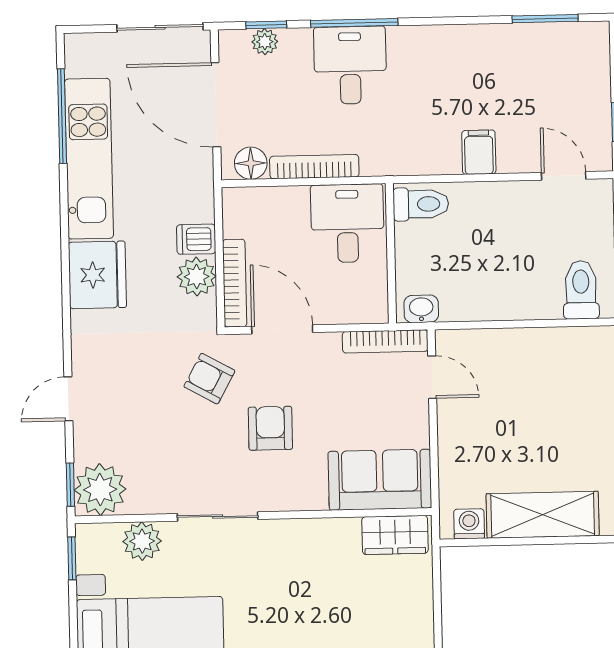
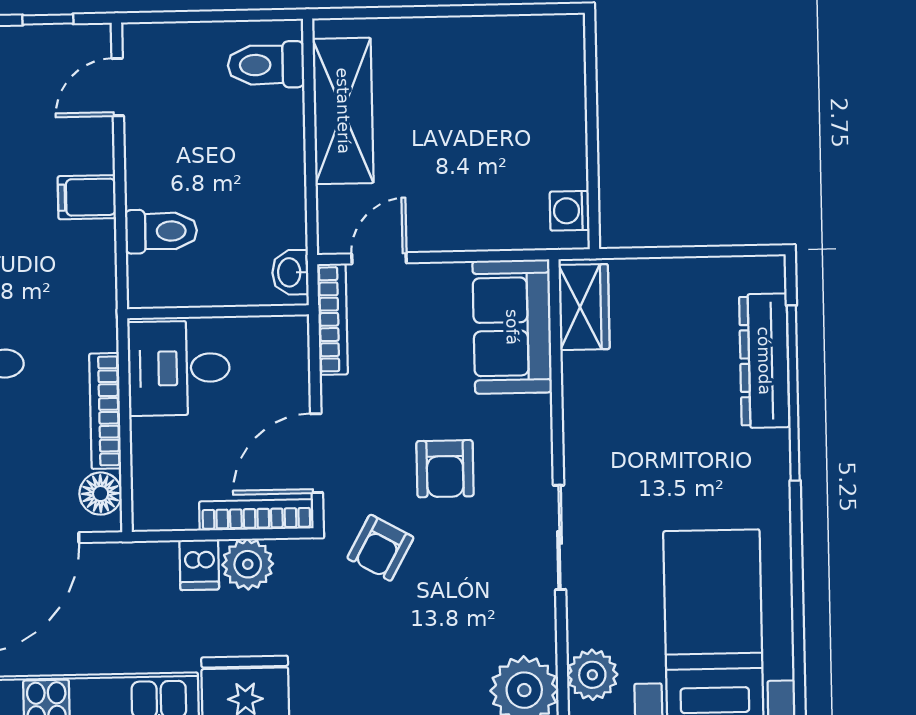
toilet: (421, 204) -> (161, 231), moved, turned 90
armchair: (270, 428) -> (445, 469), turned -90
shelving: (543, 515) -> (343, 111), moved
plant: (142, 541) -> (592, 675), moved

